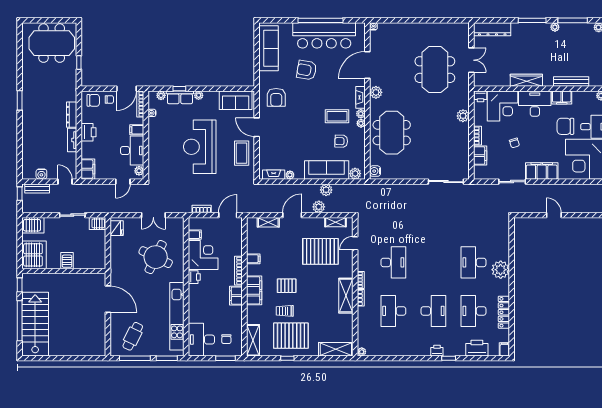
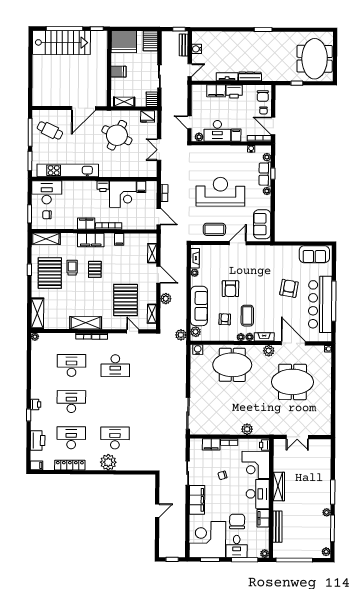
dresser: (492, 29) -> (325, 456), removed
sofa: (269, 48) -> (314, 254), width x0.73
meeting table: (435, 70) -> (292, 382), moved
armchair: (276, 97) -> (230, 289), moved, turned -90
filing cabinet: (88, 169) -> (216, 91), moved
plant: (326, 190) -> (181, 335), moved
shelving: (100, 254) -> (124, 102), added
round table: (156, 257) -> (117, 135), moved
desk: (433, 311) -> (71, 402), turned 180

